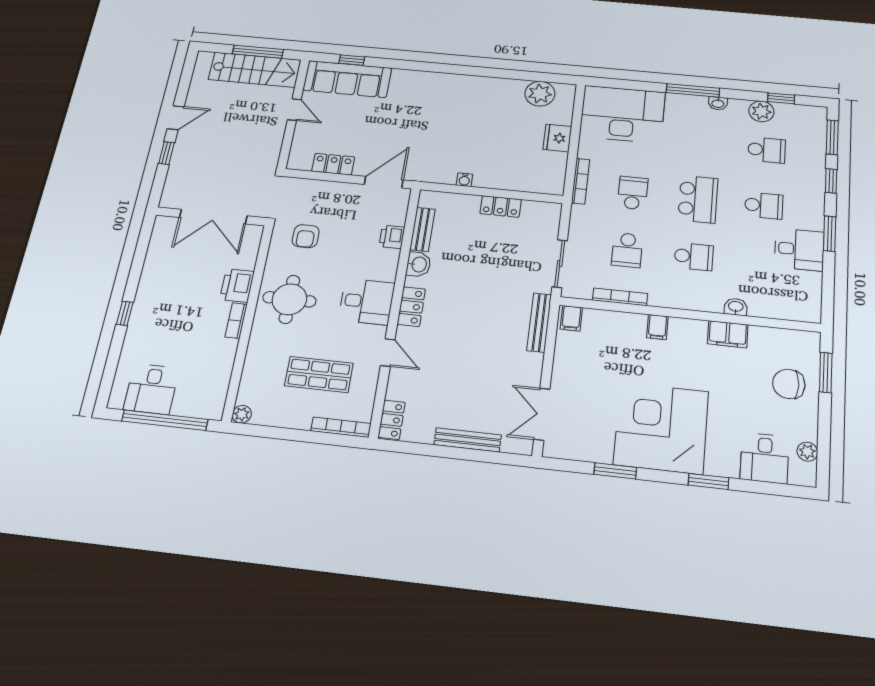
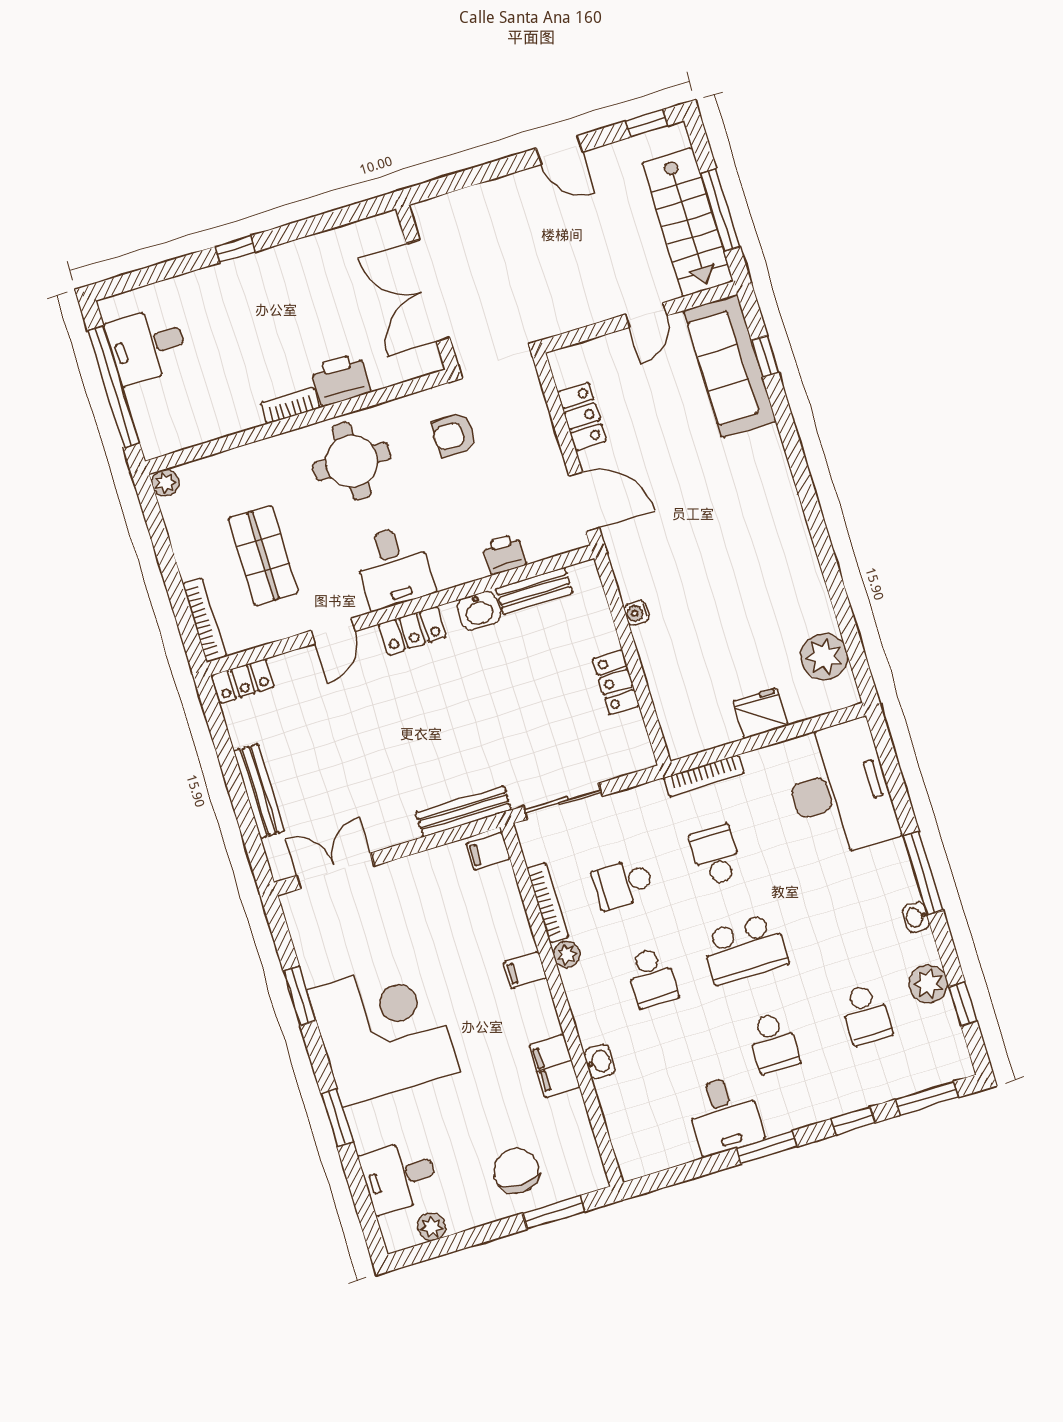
window: (166, 153) -> (647, 123), moved
school desk: (633, 193) -> (716, 855), turned -90
plant: (658, 299) -> (567, 954), added

